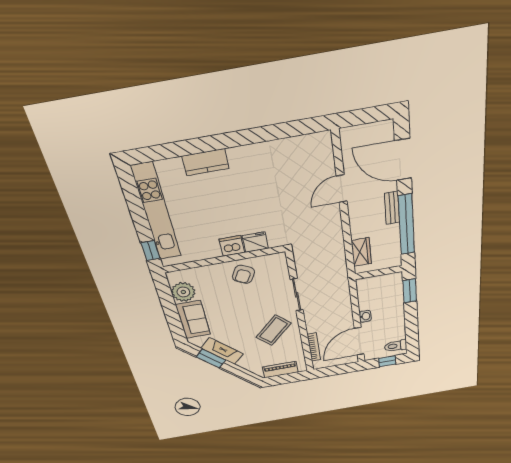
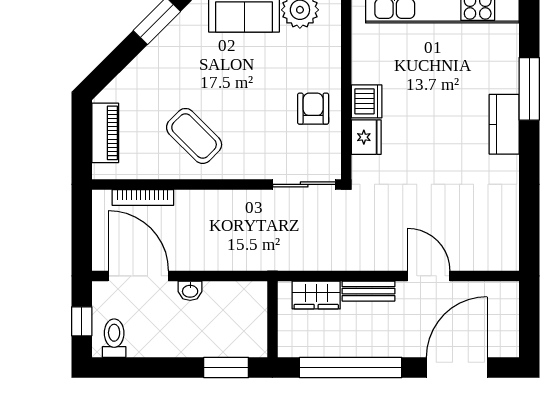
window: (198, 146) -> (529, 89), added
kitchen counter: (206, 162) -> (504, 124), moved
bench: (392, 208) -> (369, 291), moved
armchair: (244, 274) -> (313, 109), turned 62
sliding door: (297, 295) -> (304, 184), moved
fireplace: (222, 351) -> (169, 43), removed

